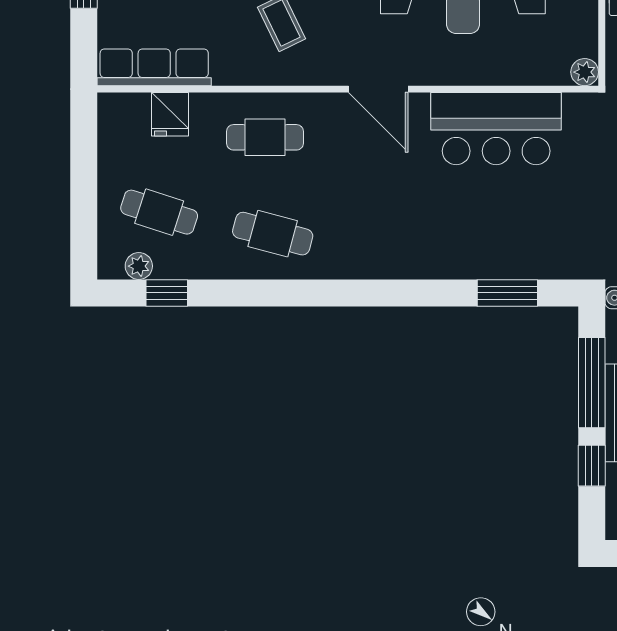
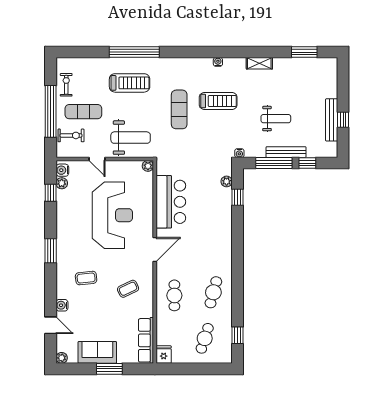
fridge: (170, 114) -> (164, 355), moved, turned -90
plant: (139, 266) -> (227, 181), moved
window: (507, 293) -> (237, 197), width x0.67

